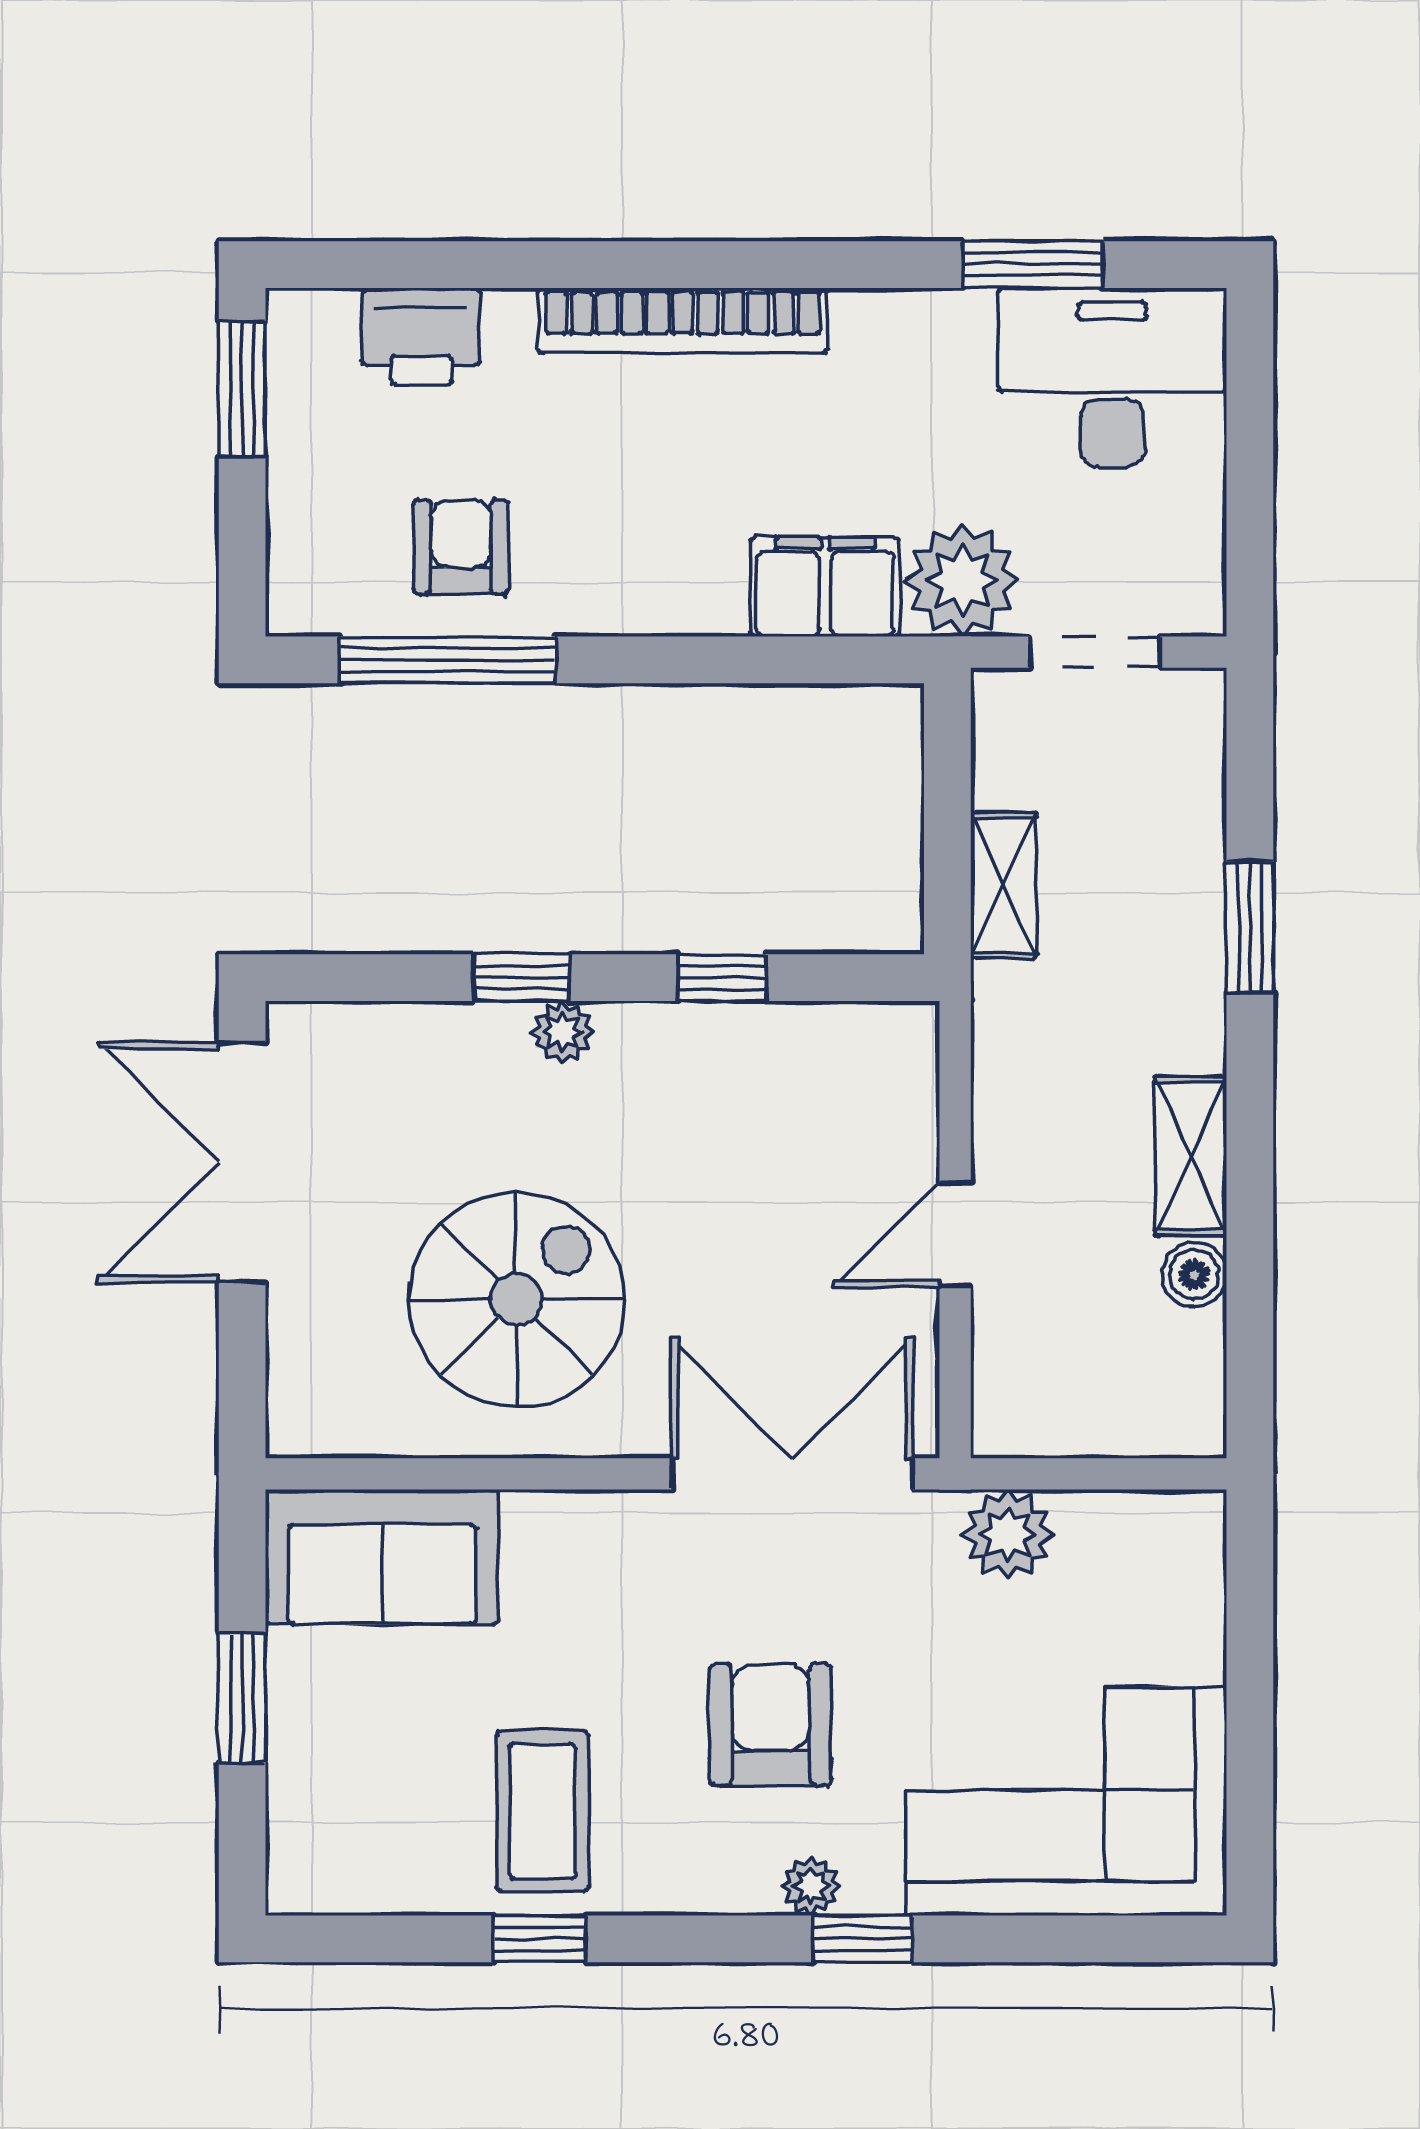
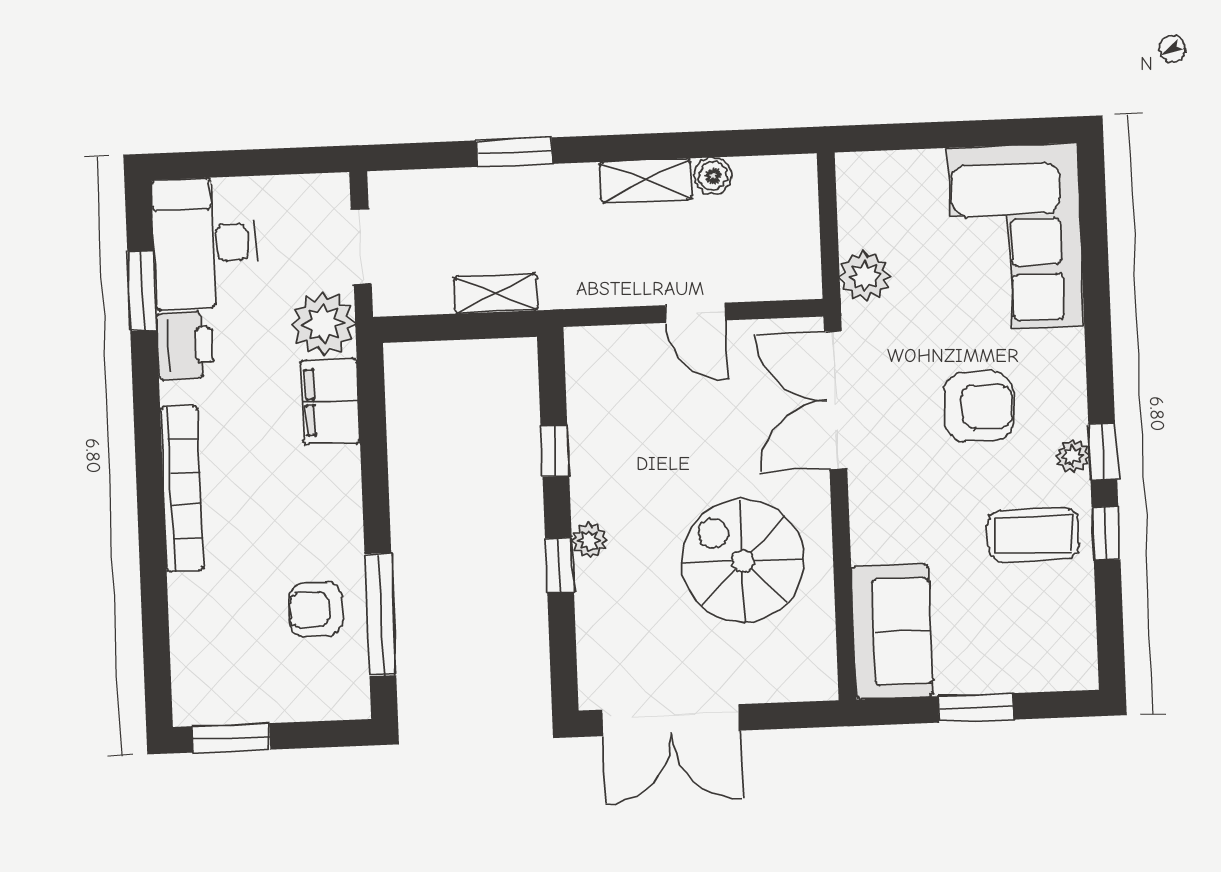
printer: (421, 336) -> (185, 346), moved
armchair: (771, 1725) -> (979, 407), turned 180
plant: (811, 1886) -> (1073, 456), moved
window: (863, 1939) -> (1103, 452), moved

